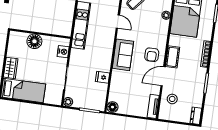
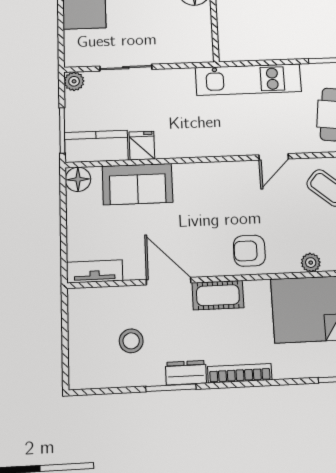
nightstand: (63, 52) -> (183, 52), removed
sofa: (123, 55) -> (138, 184), moved
armchair: (152, 55) -> (249, 251), moved
kitchen counter: (99, 97) -> (96, 146), added
stool: (172, 99) -> (131, 341), moved
dresser: (196, 116) -> (186, 373), moved

